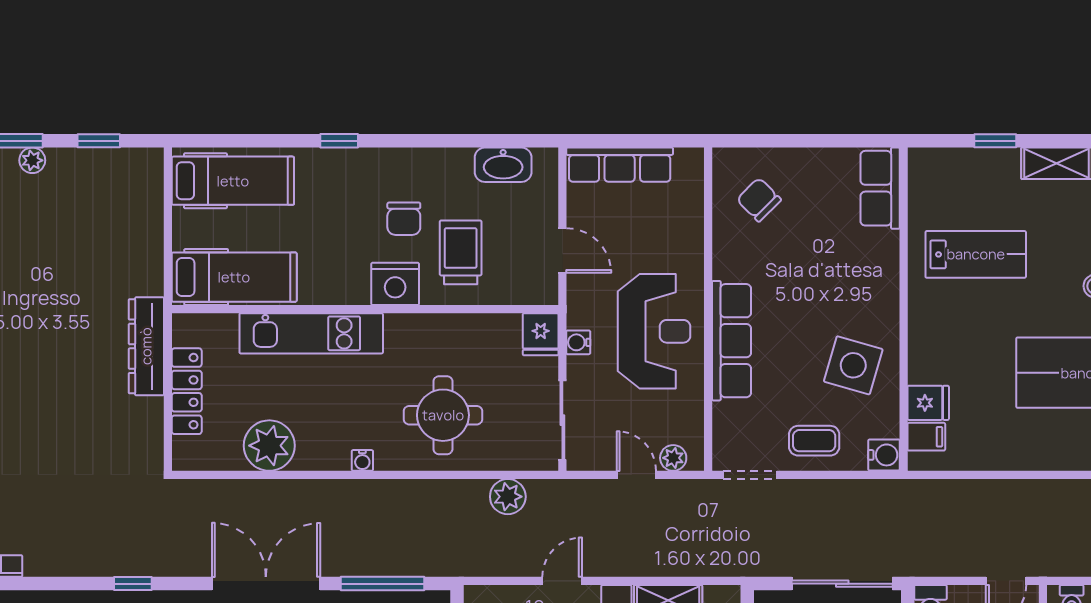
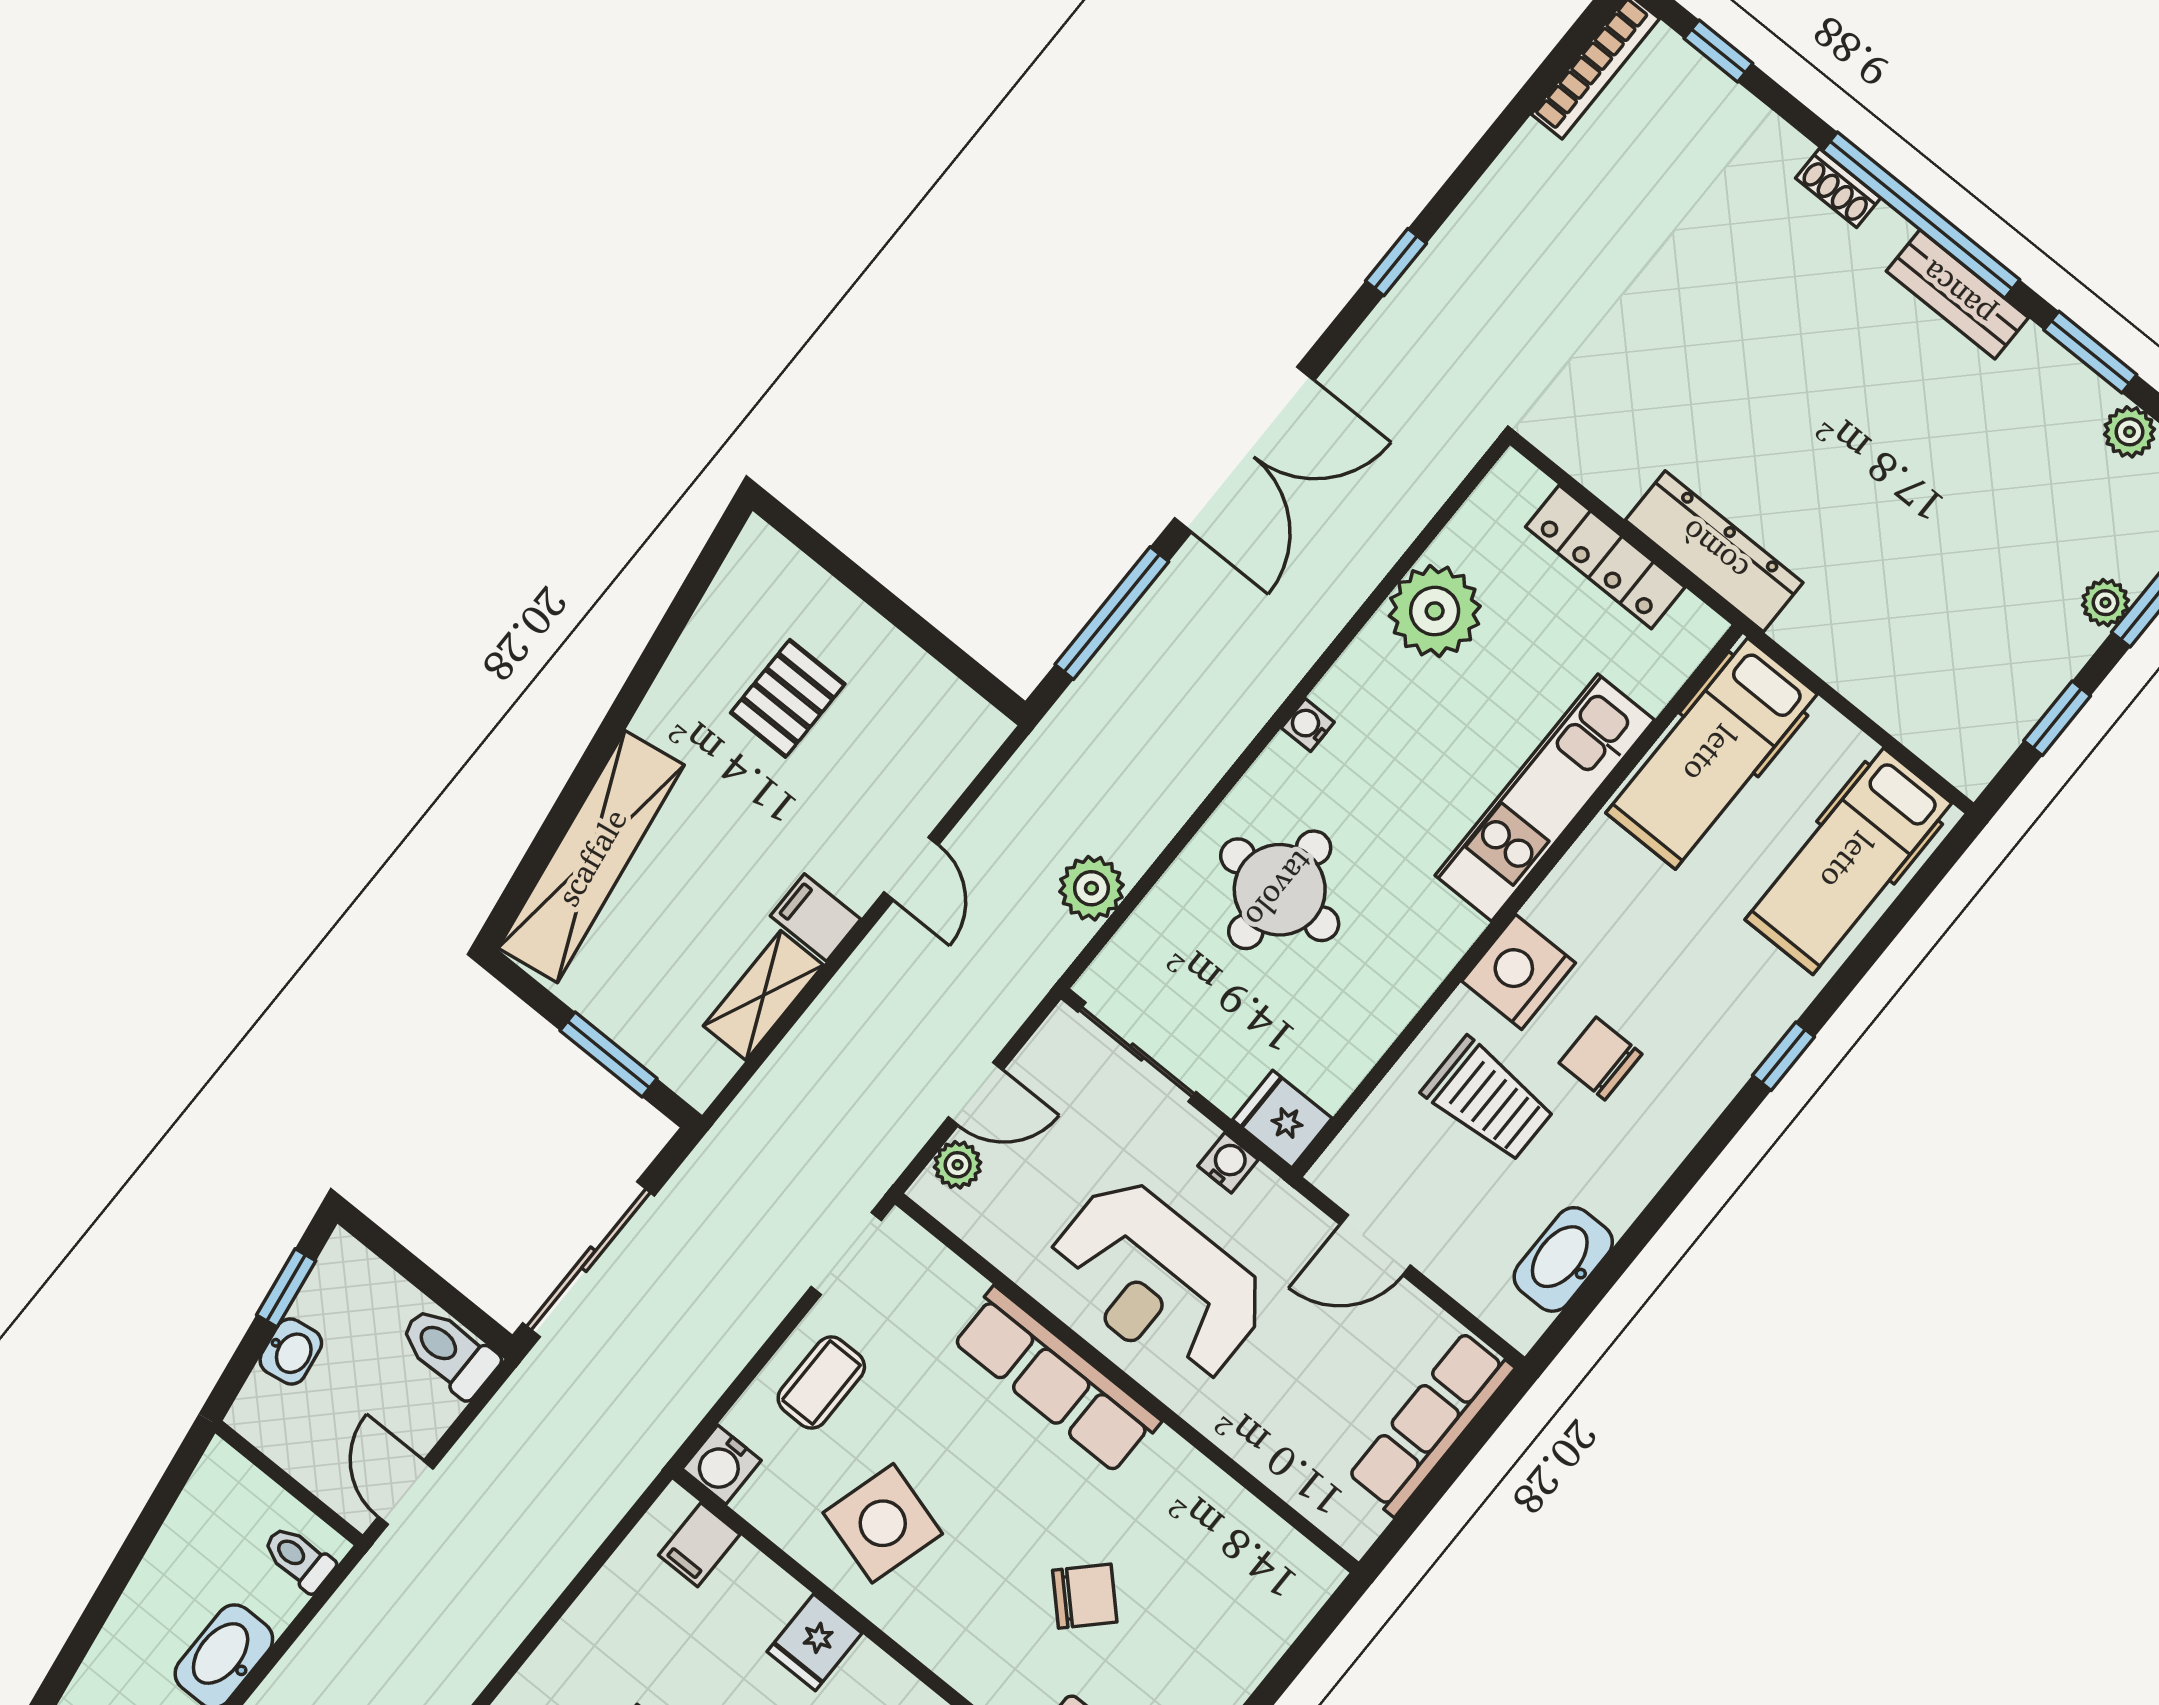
chair: (759, 200) -> (1085, 1596), moved
fridge: (928, 403) -> (814, 1642), moved

